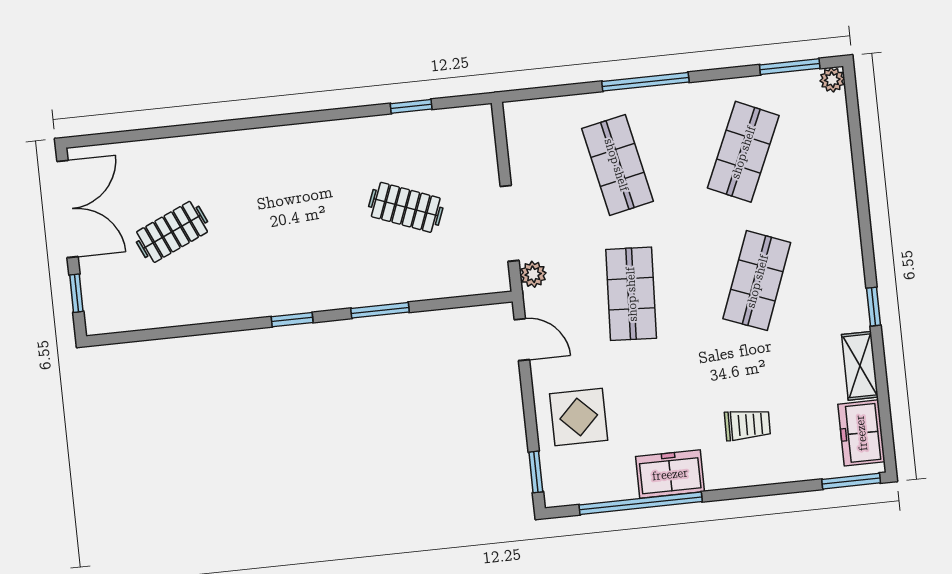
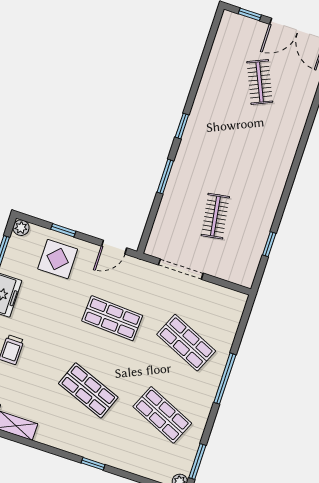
shop shelf: (617, 165) -> (186, 343), turned 36
clothes rail: (406, 207) -> (215, 216), turned -30
plant: (533, 274) -> (21, 228), moved
window: (874, 307) -> (93, 464), moved
window: (536, 472) -> (63, 230), moved

